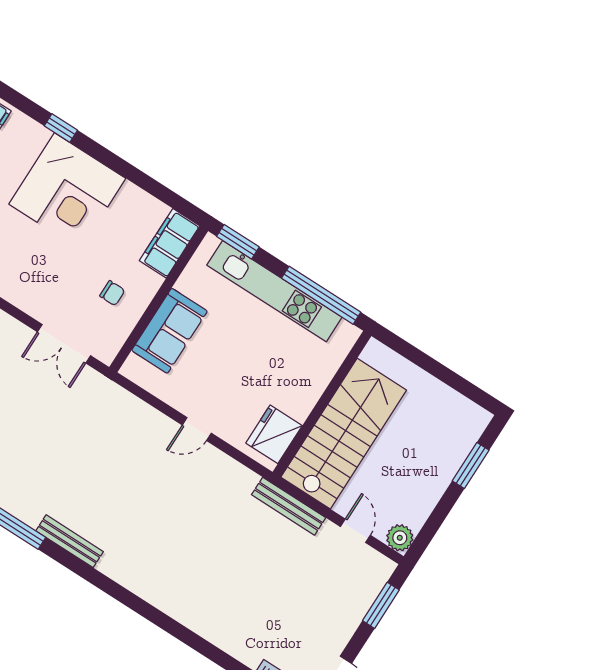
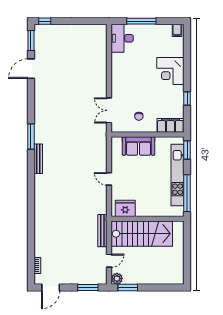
window: (61, 128) -> (187, 98), moved
corner desk: (67, 191) -> (170, 71), width x0.74, depth x0.74
window: (471, 466) -> (128, 288), moved

